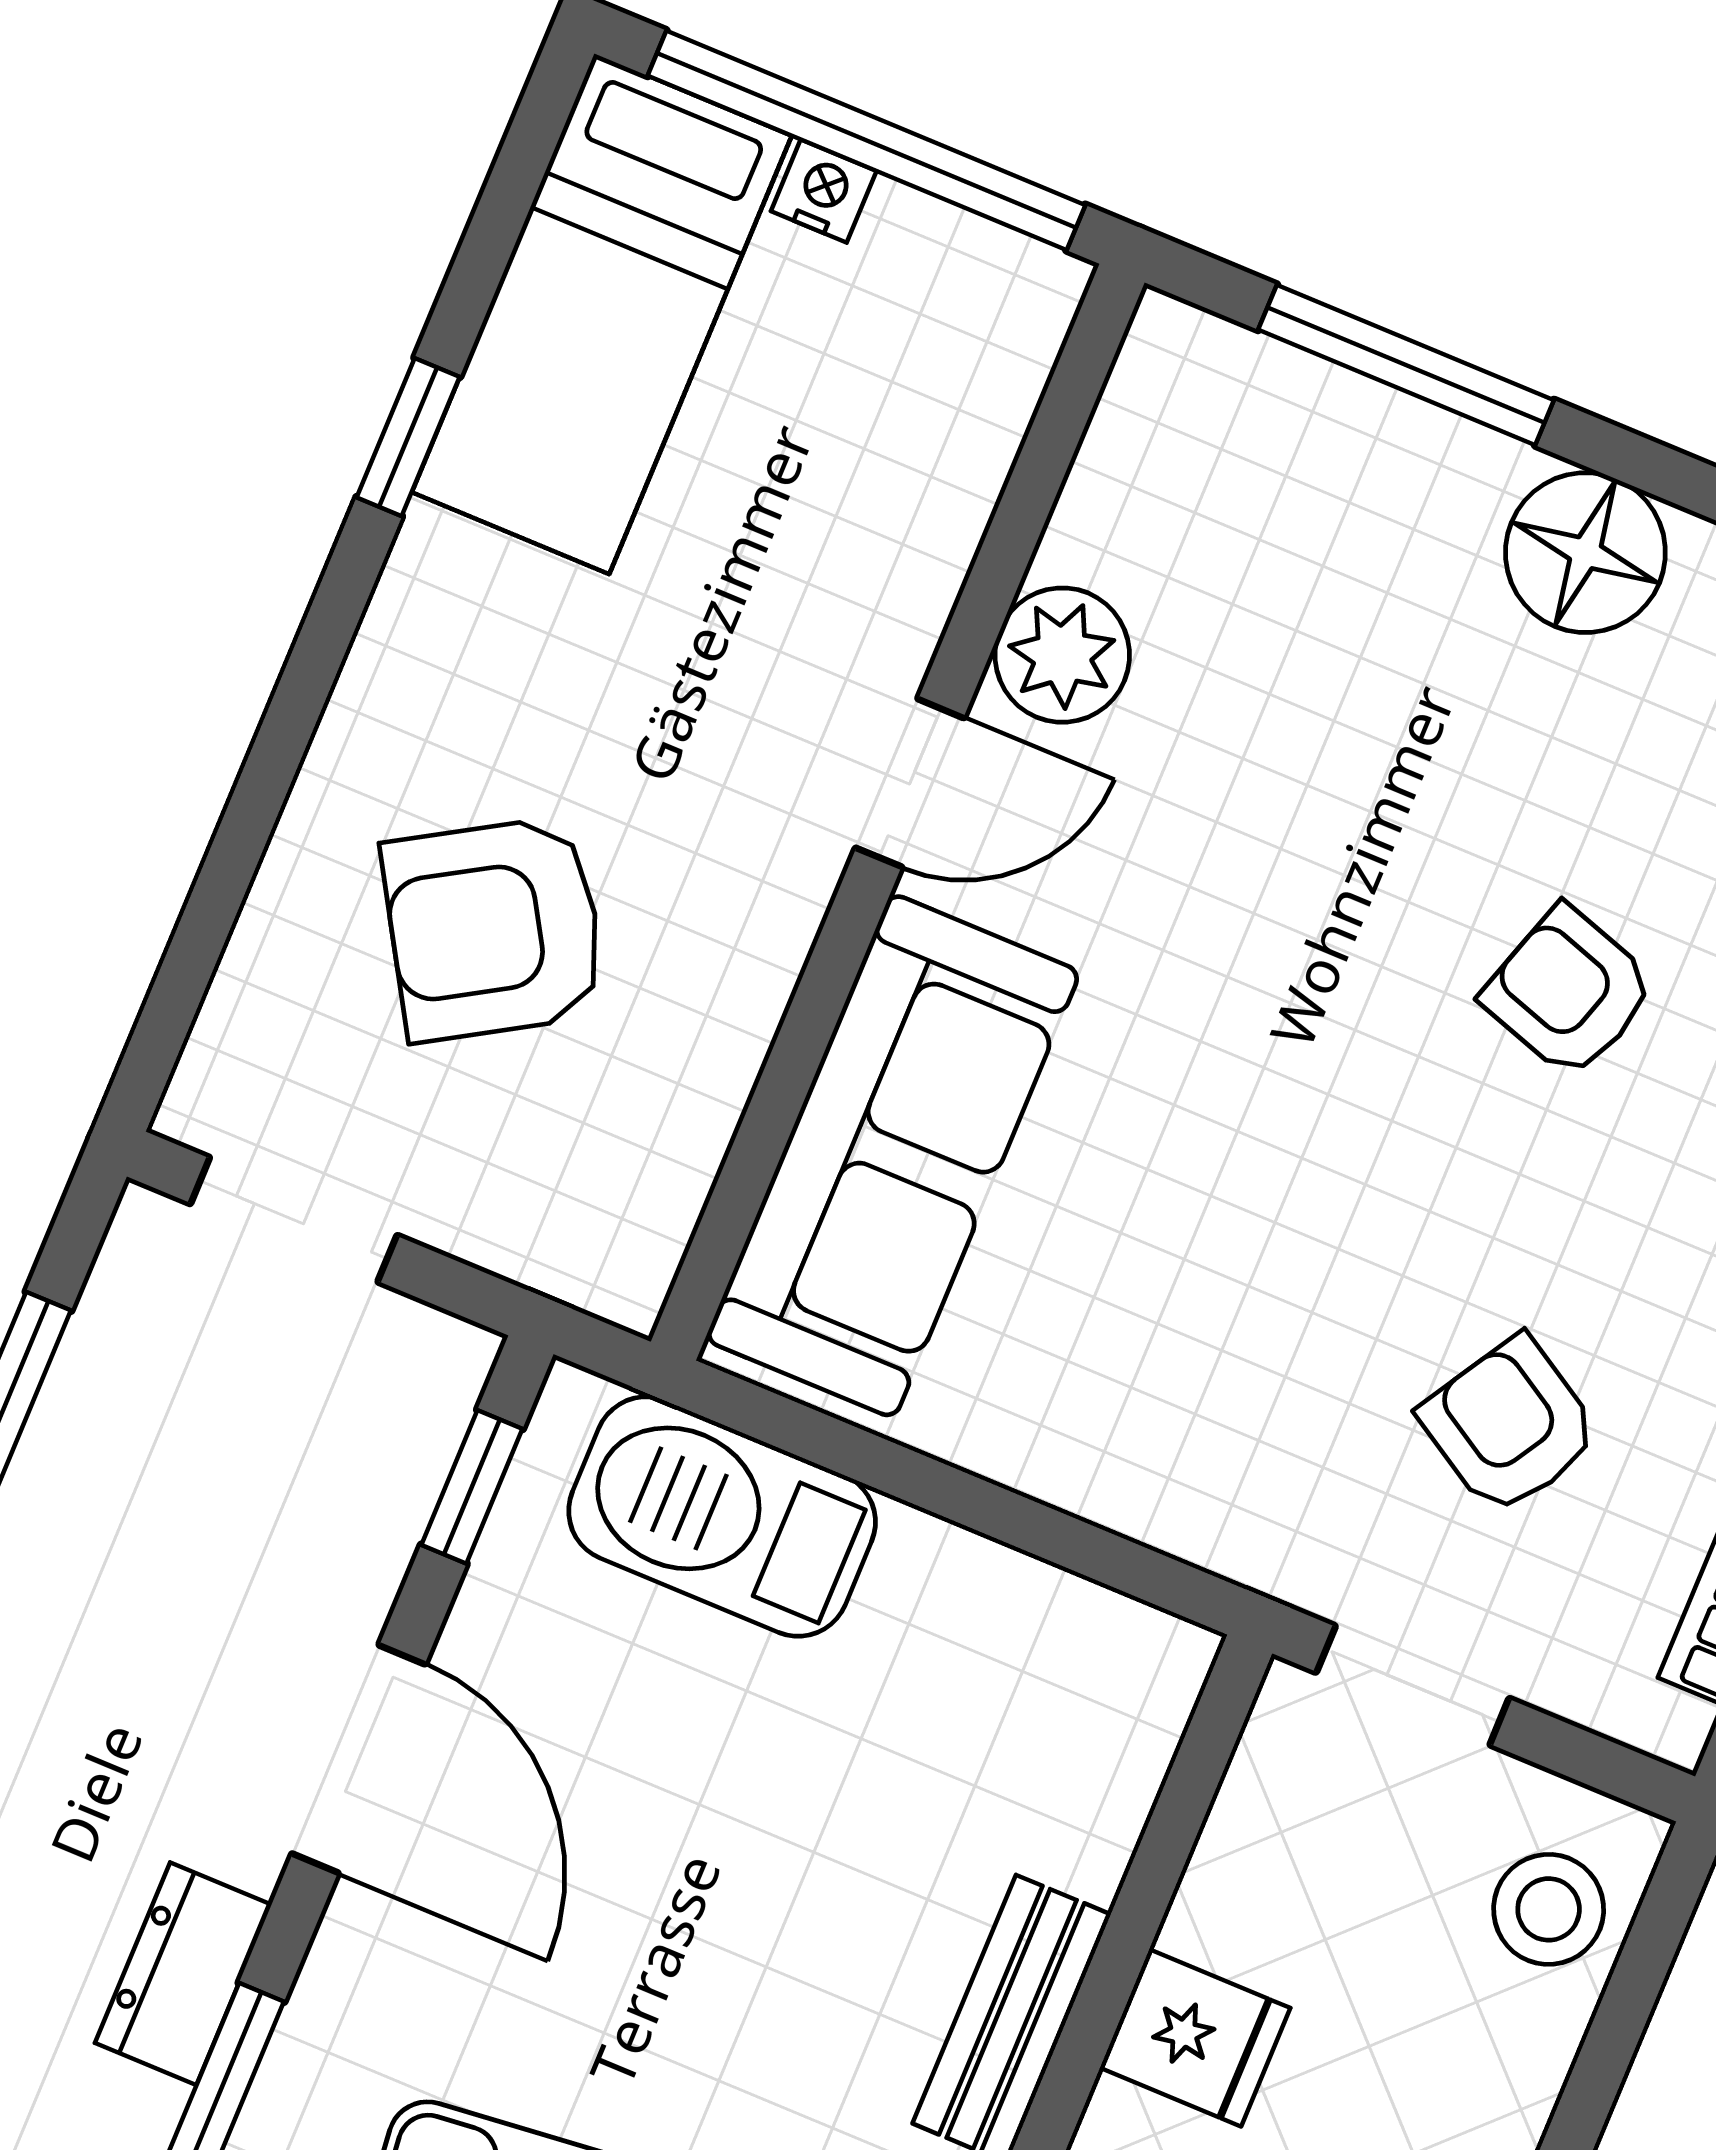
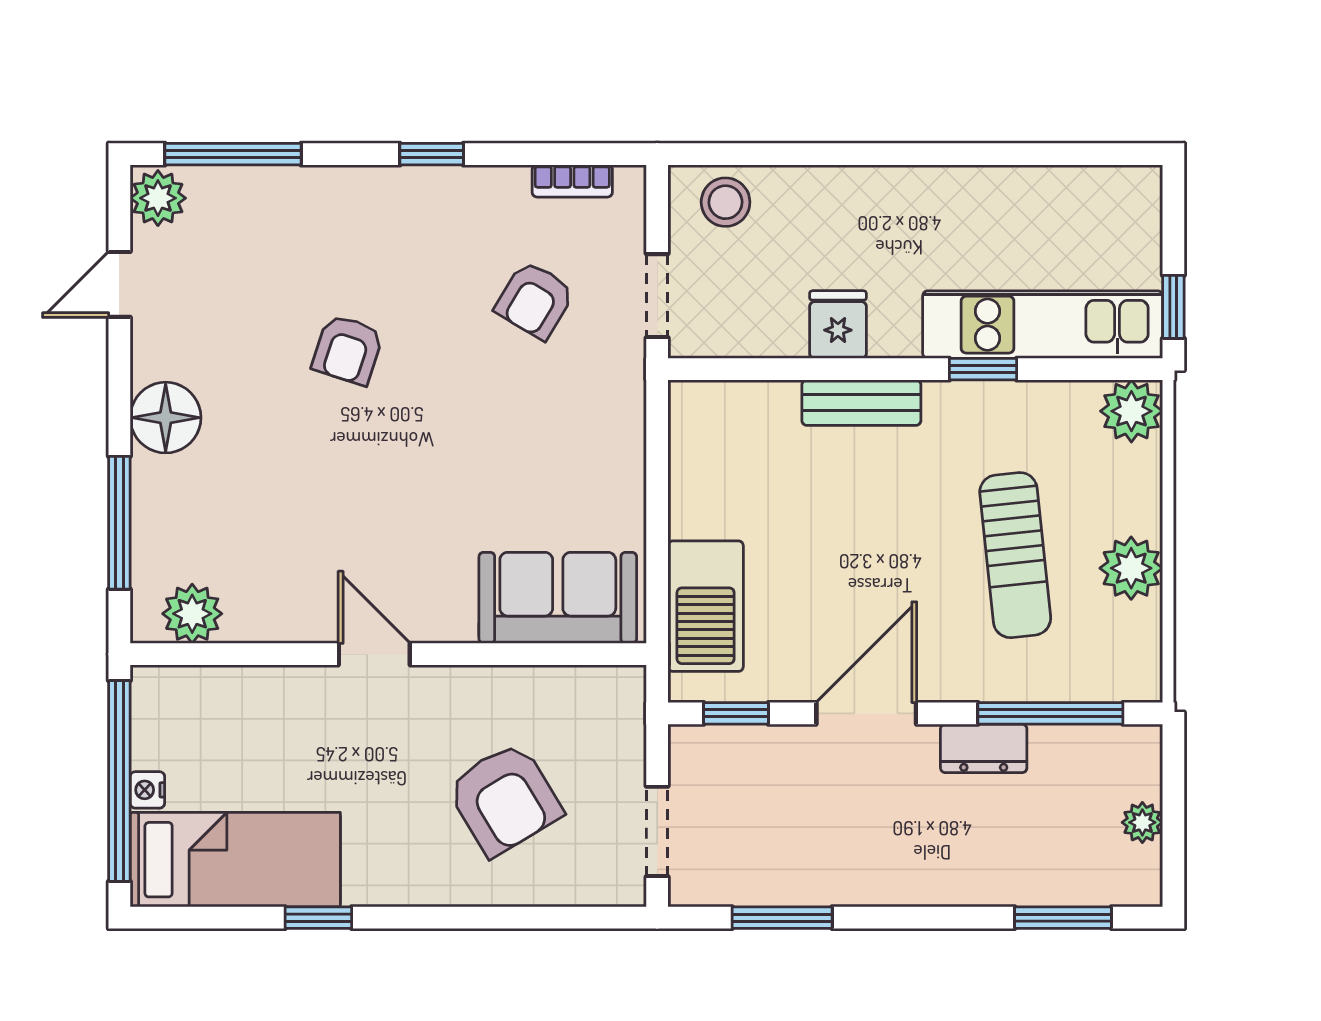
plant: (1062, 655) -> (192, 614), moved
sofa: (893, 1156) -> (558, 598), width x0.73

